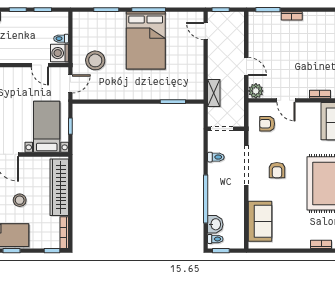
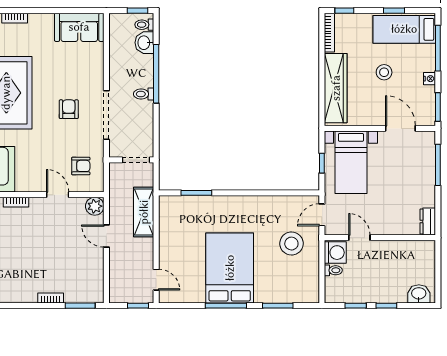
shelving: (214, 93) -> (144, 212), width x1.50, depth x1.33
toilet: (216, 157) -> (144, 94), moved
sofa: (260, 221) -> (79, 27), moved, turned -90

